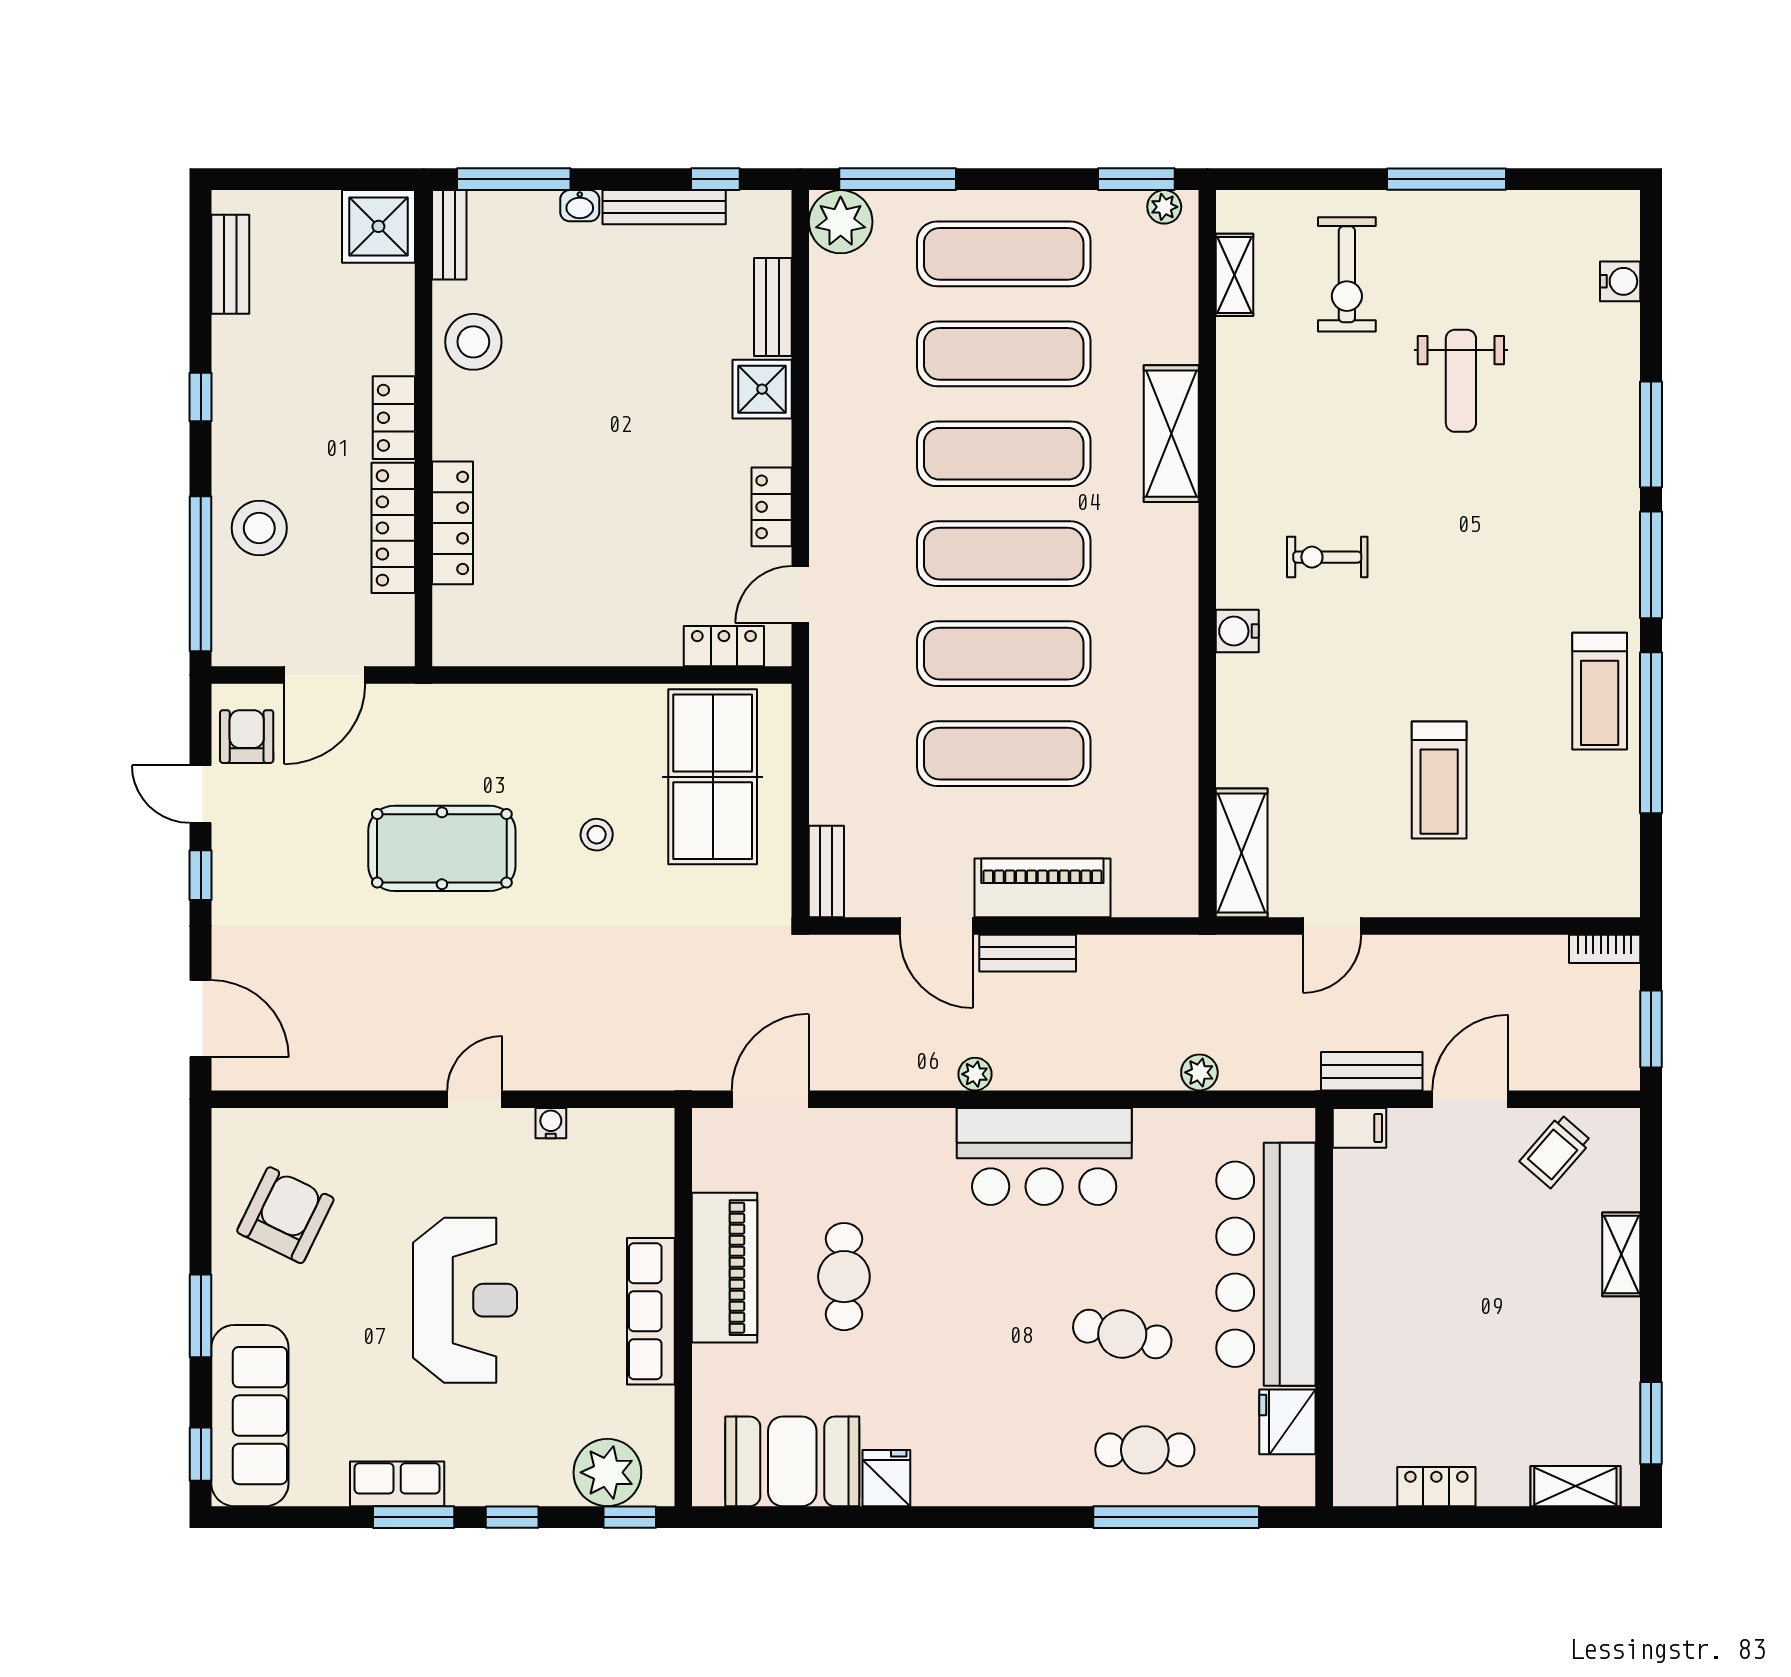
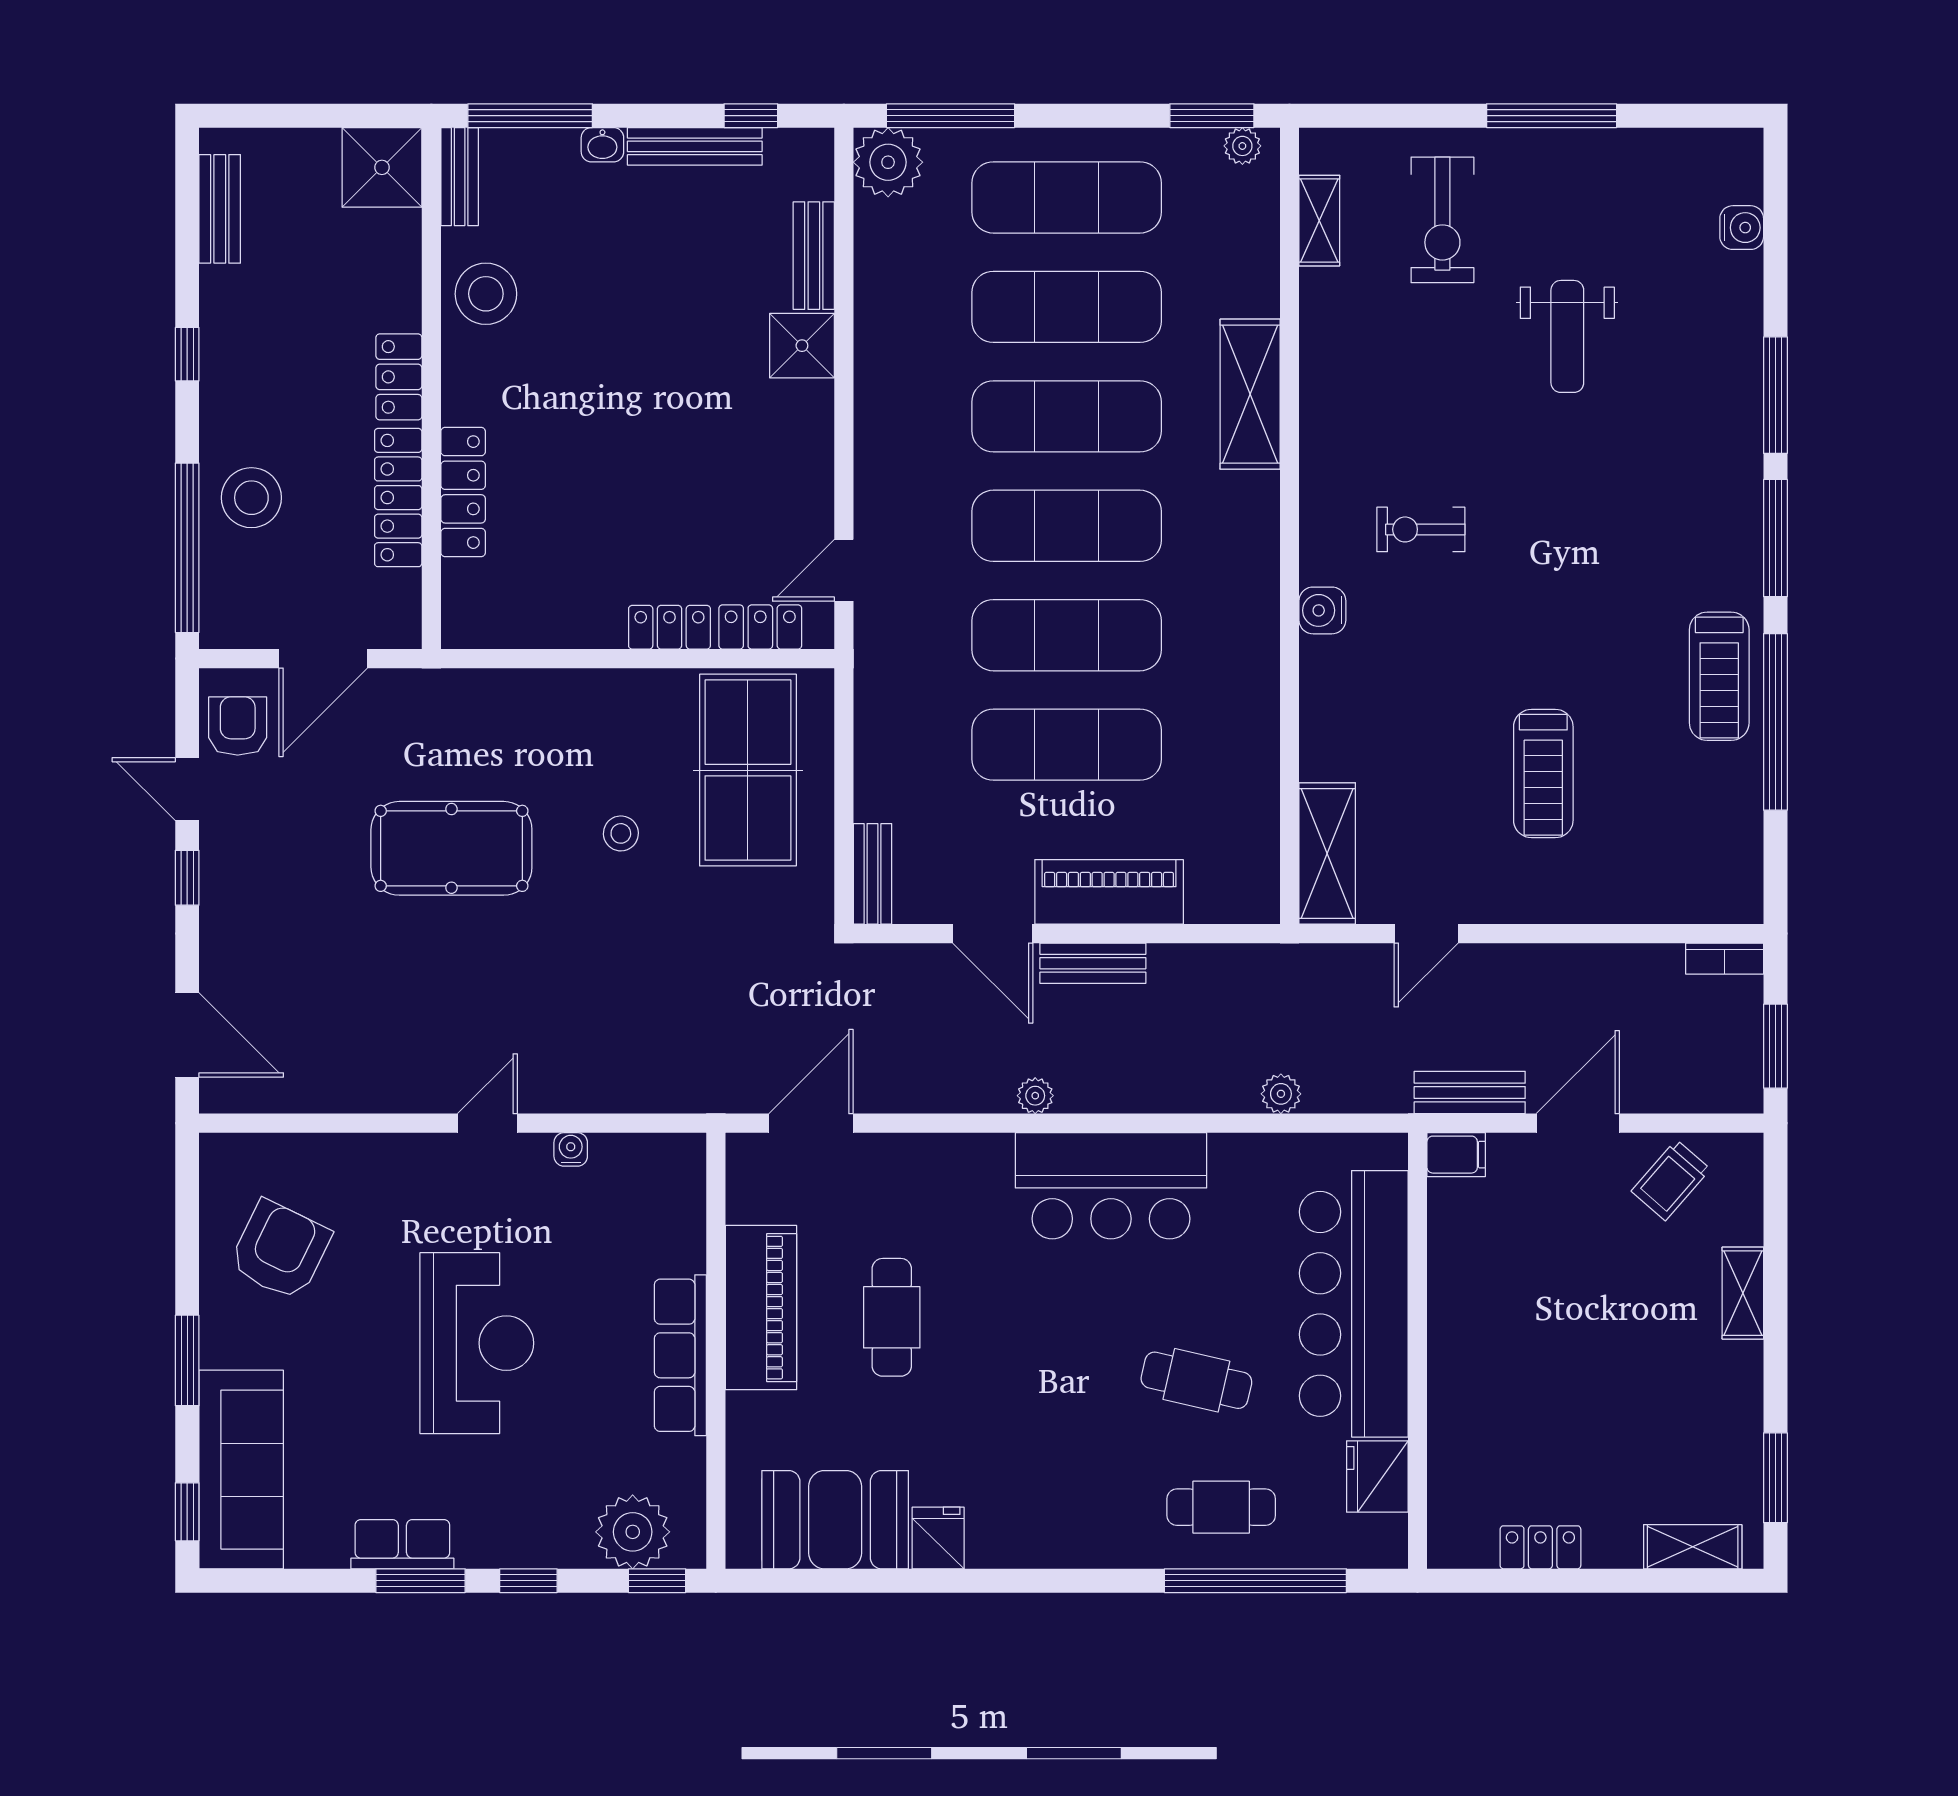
locker: (772, 507) -> (669, 627), moved, turned 90

